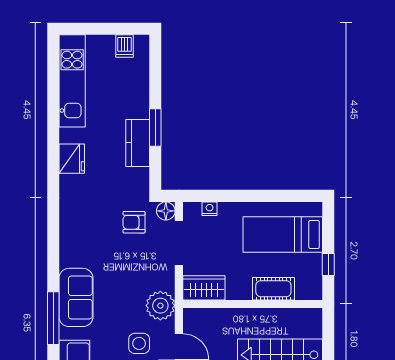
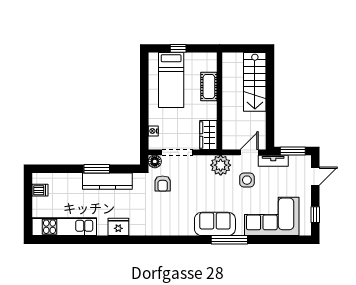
kitchen counter: (138, 143) -> (107, 181), width x1.50
window: (328, 265) -> (178, 48), moved

